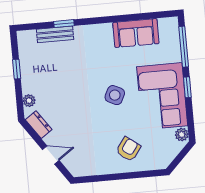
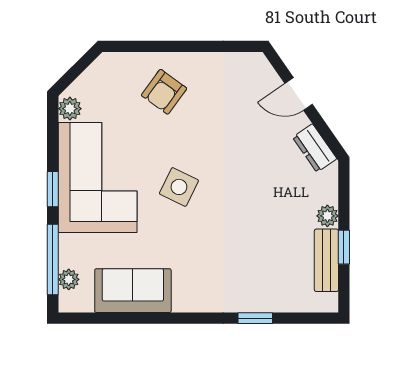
bench: (55, 34) -> (326, 260), moved, turned 90
plant: (173, 36) -> (69, 279), added
plant: (29, 101) -> (327, 216), moved

